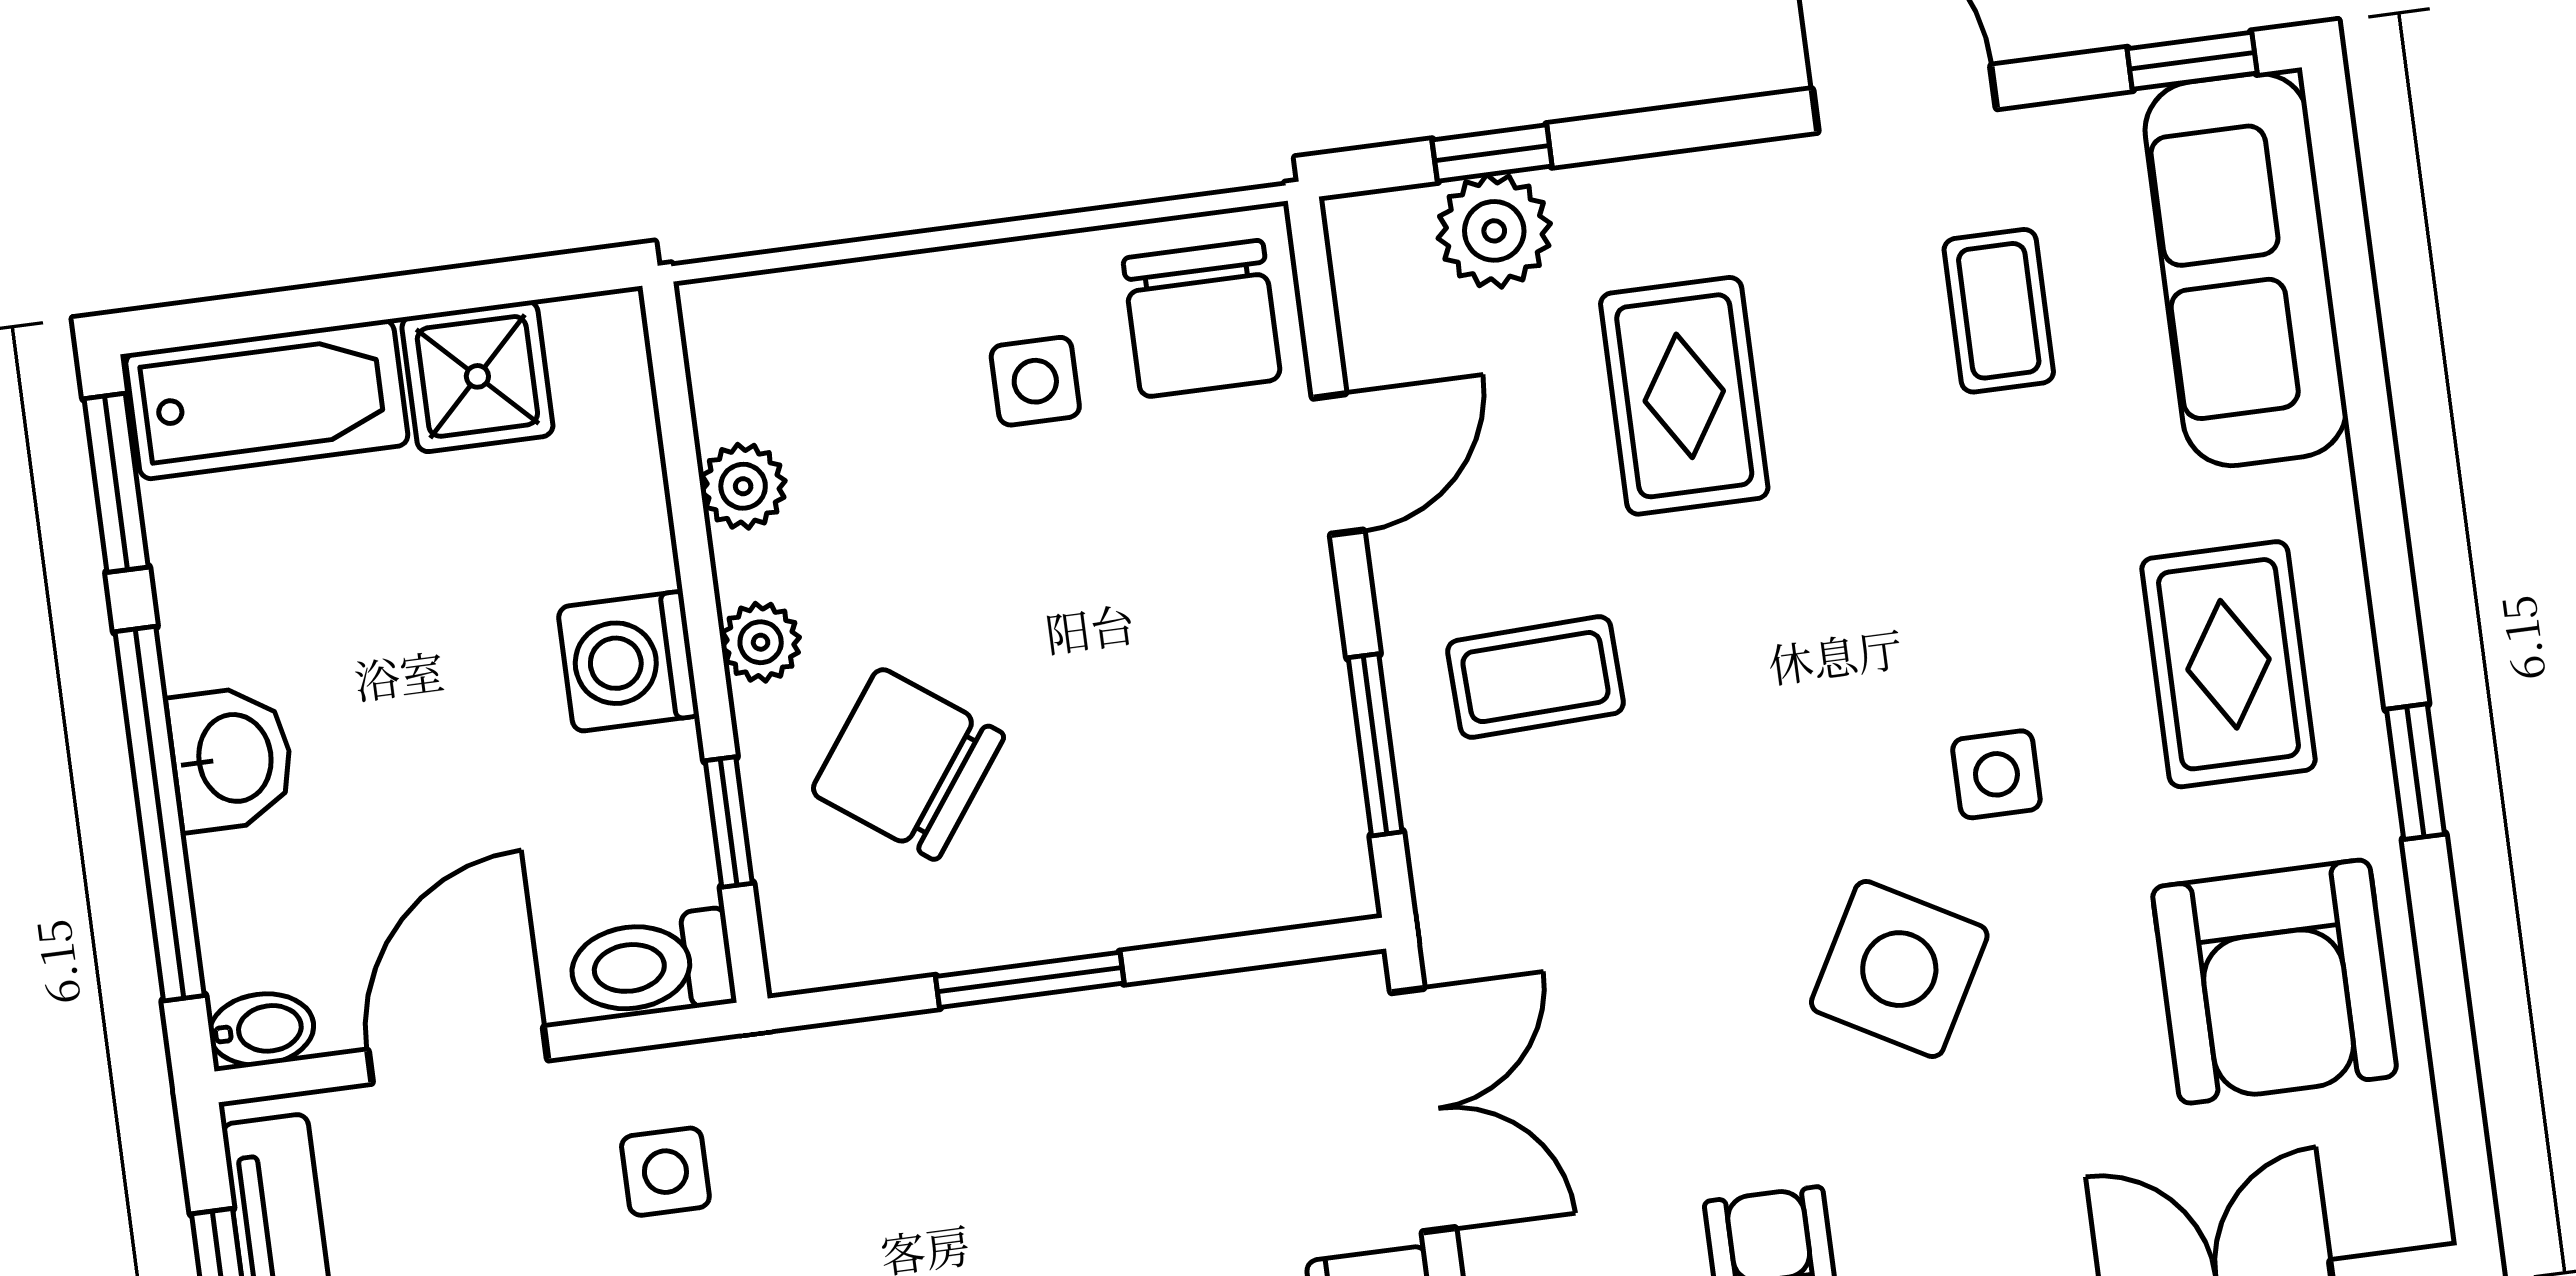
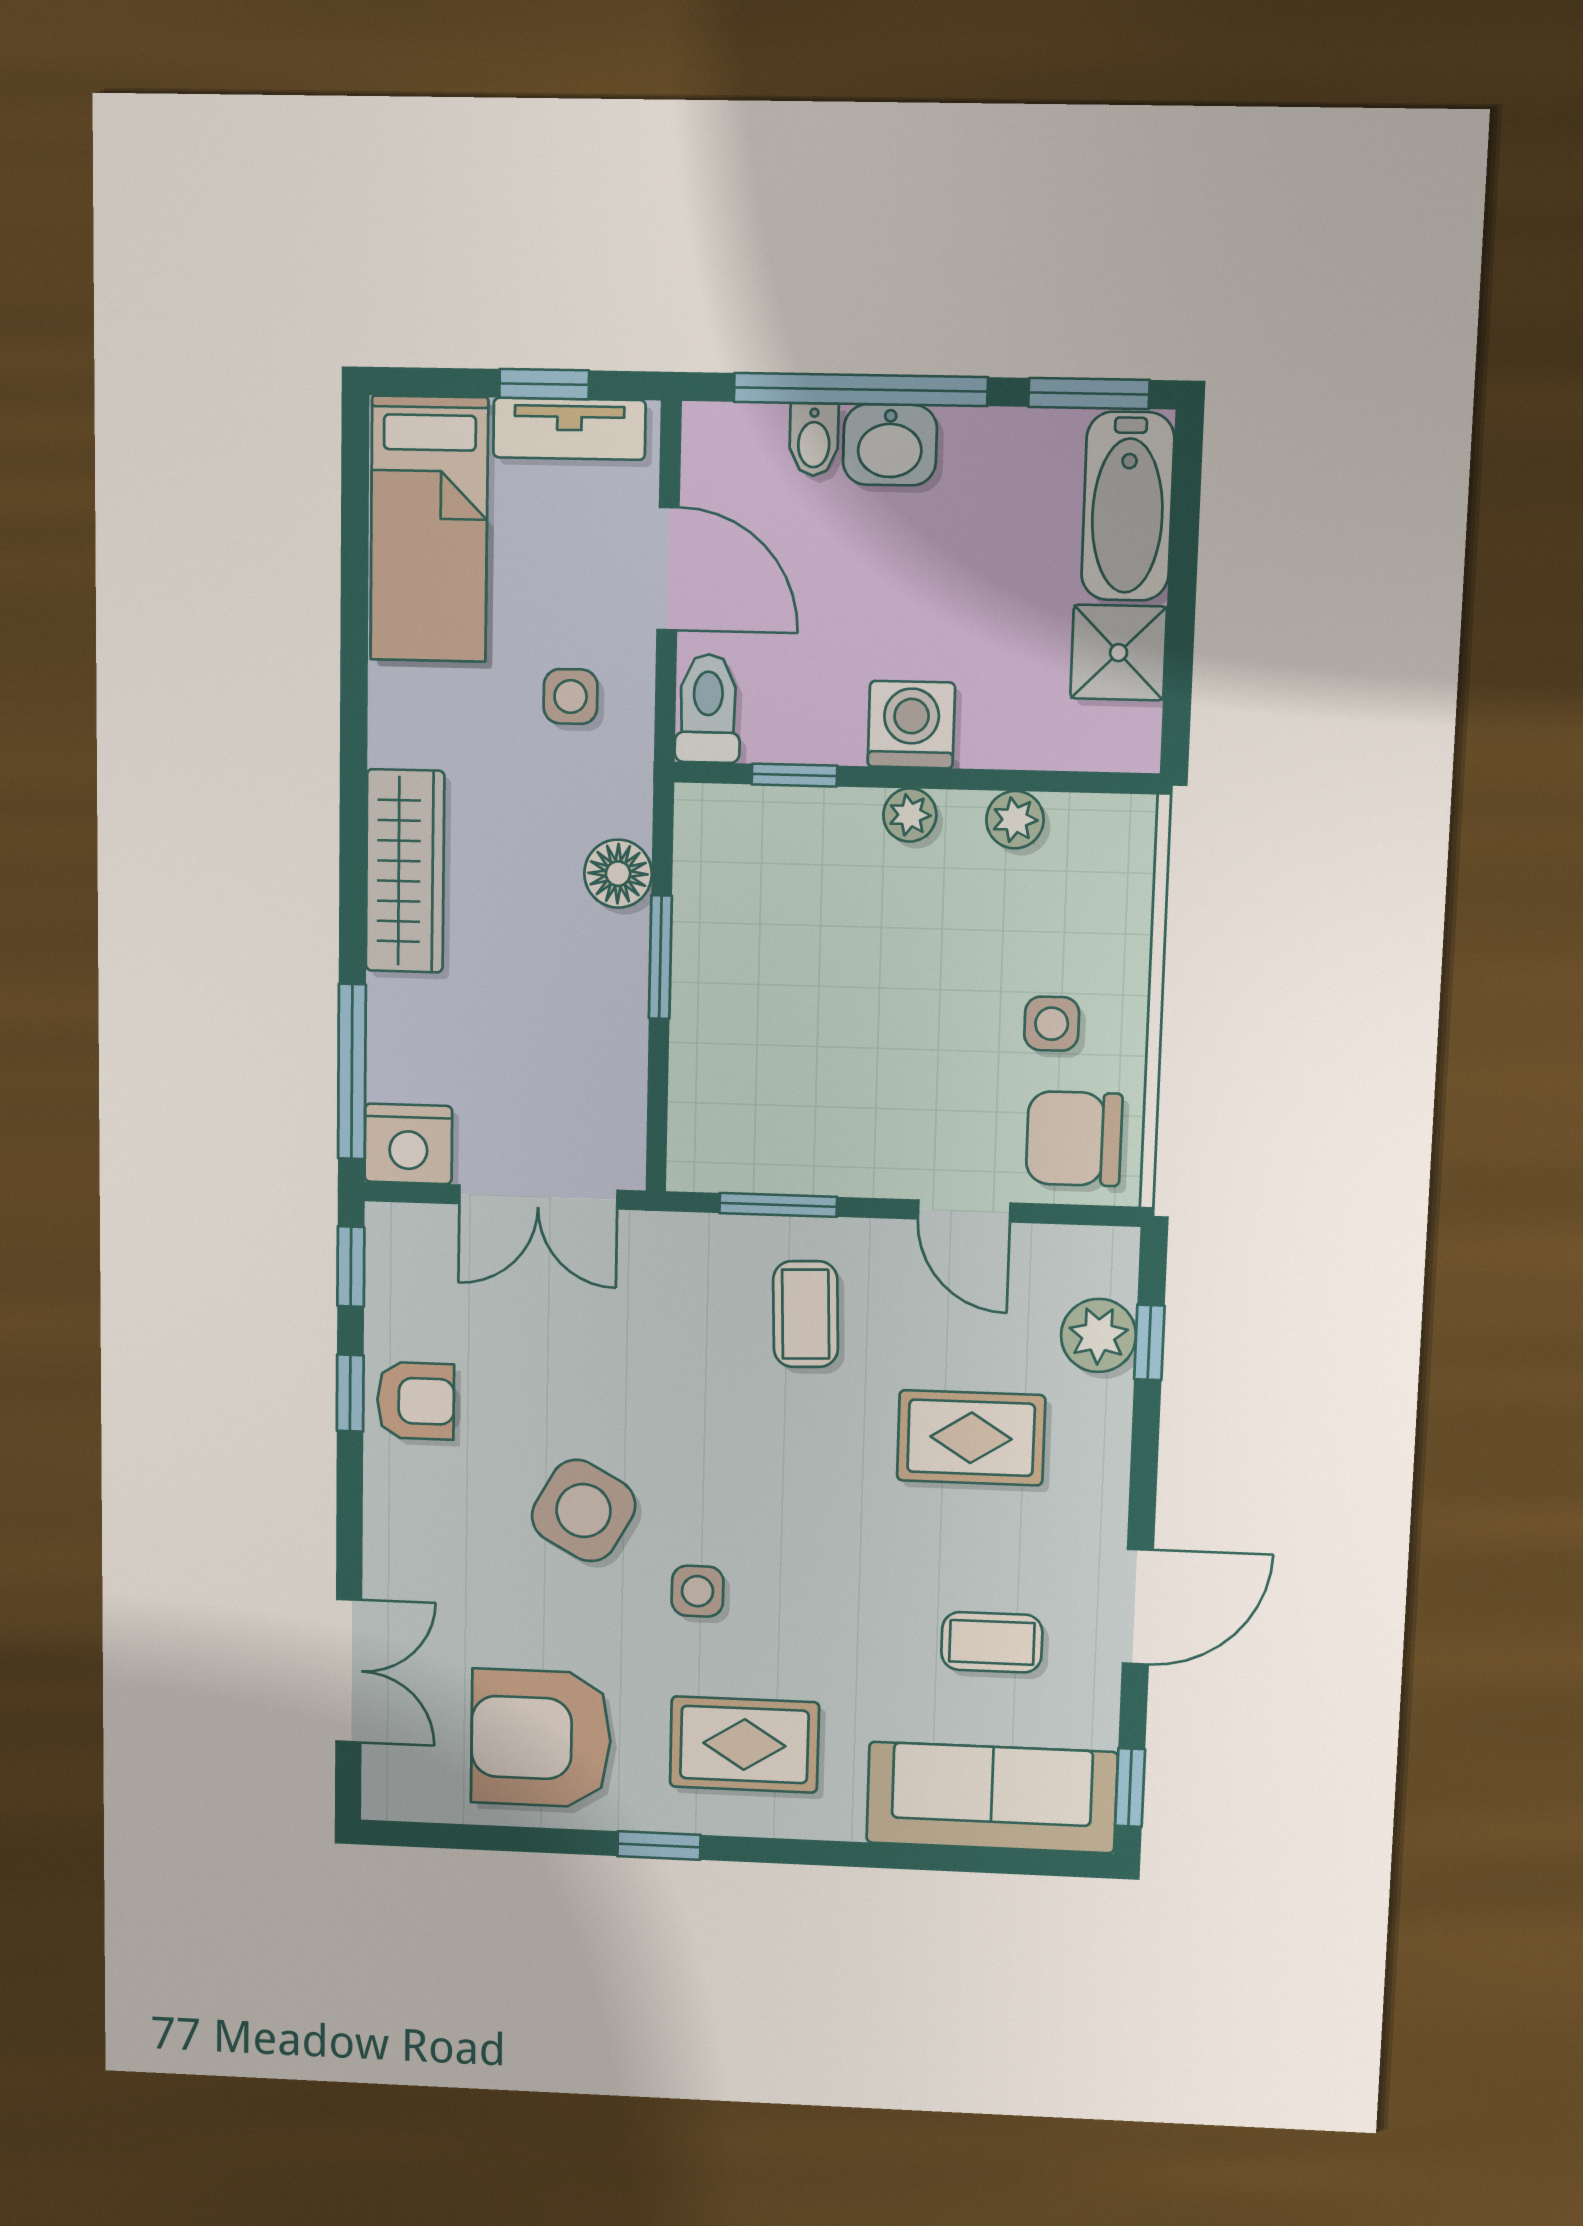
chair: (908, 764) -> (814, 900), removed
bidet: (262, 1029) -> (814, 440), moved
floor lamp: (915, 1062) -> (618, 874), added

